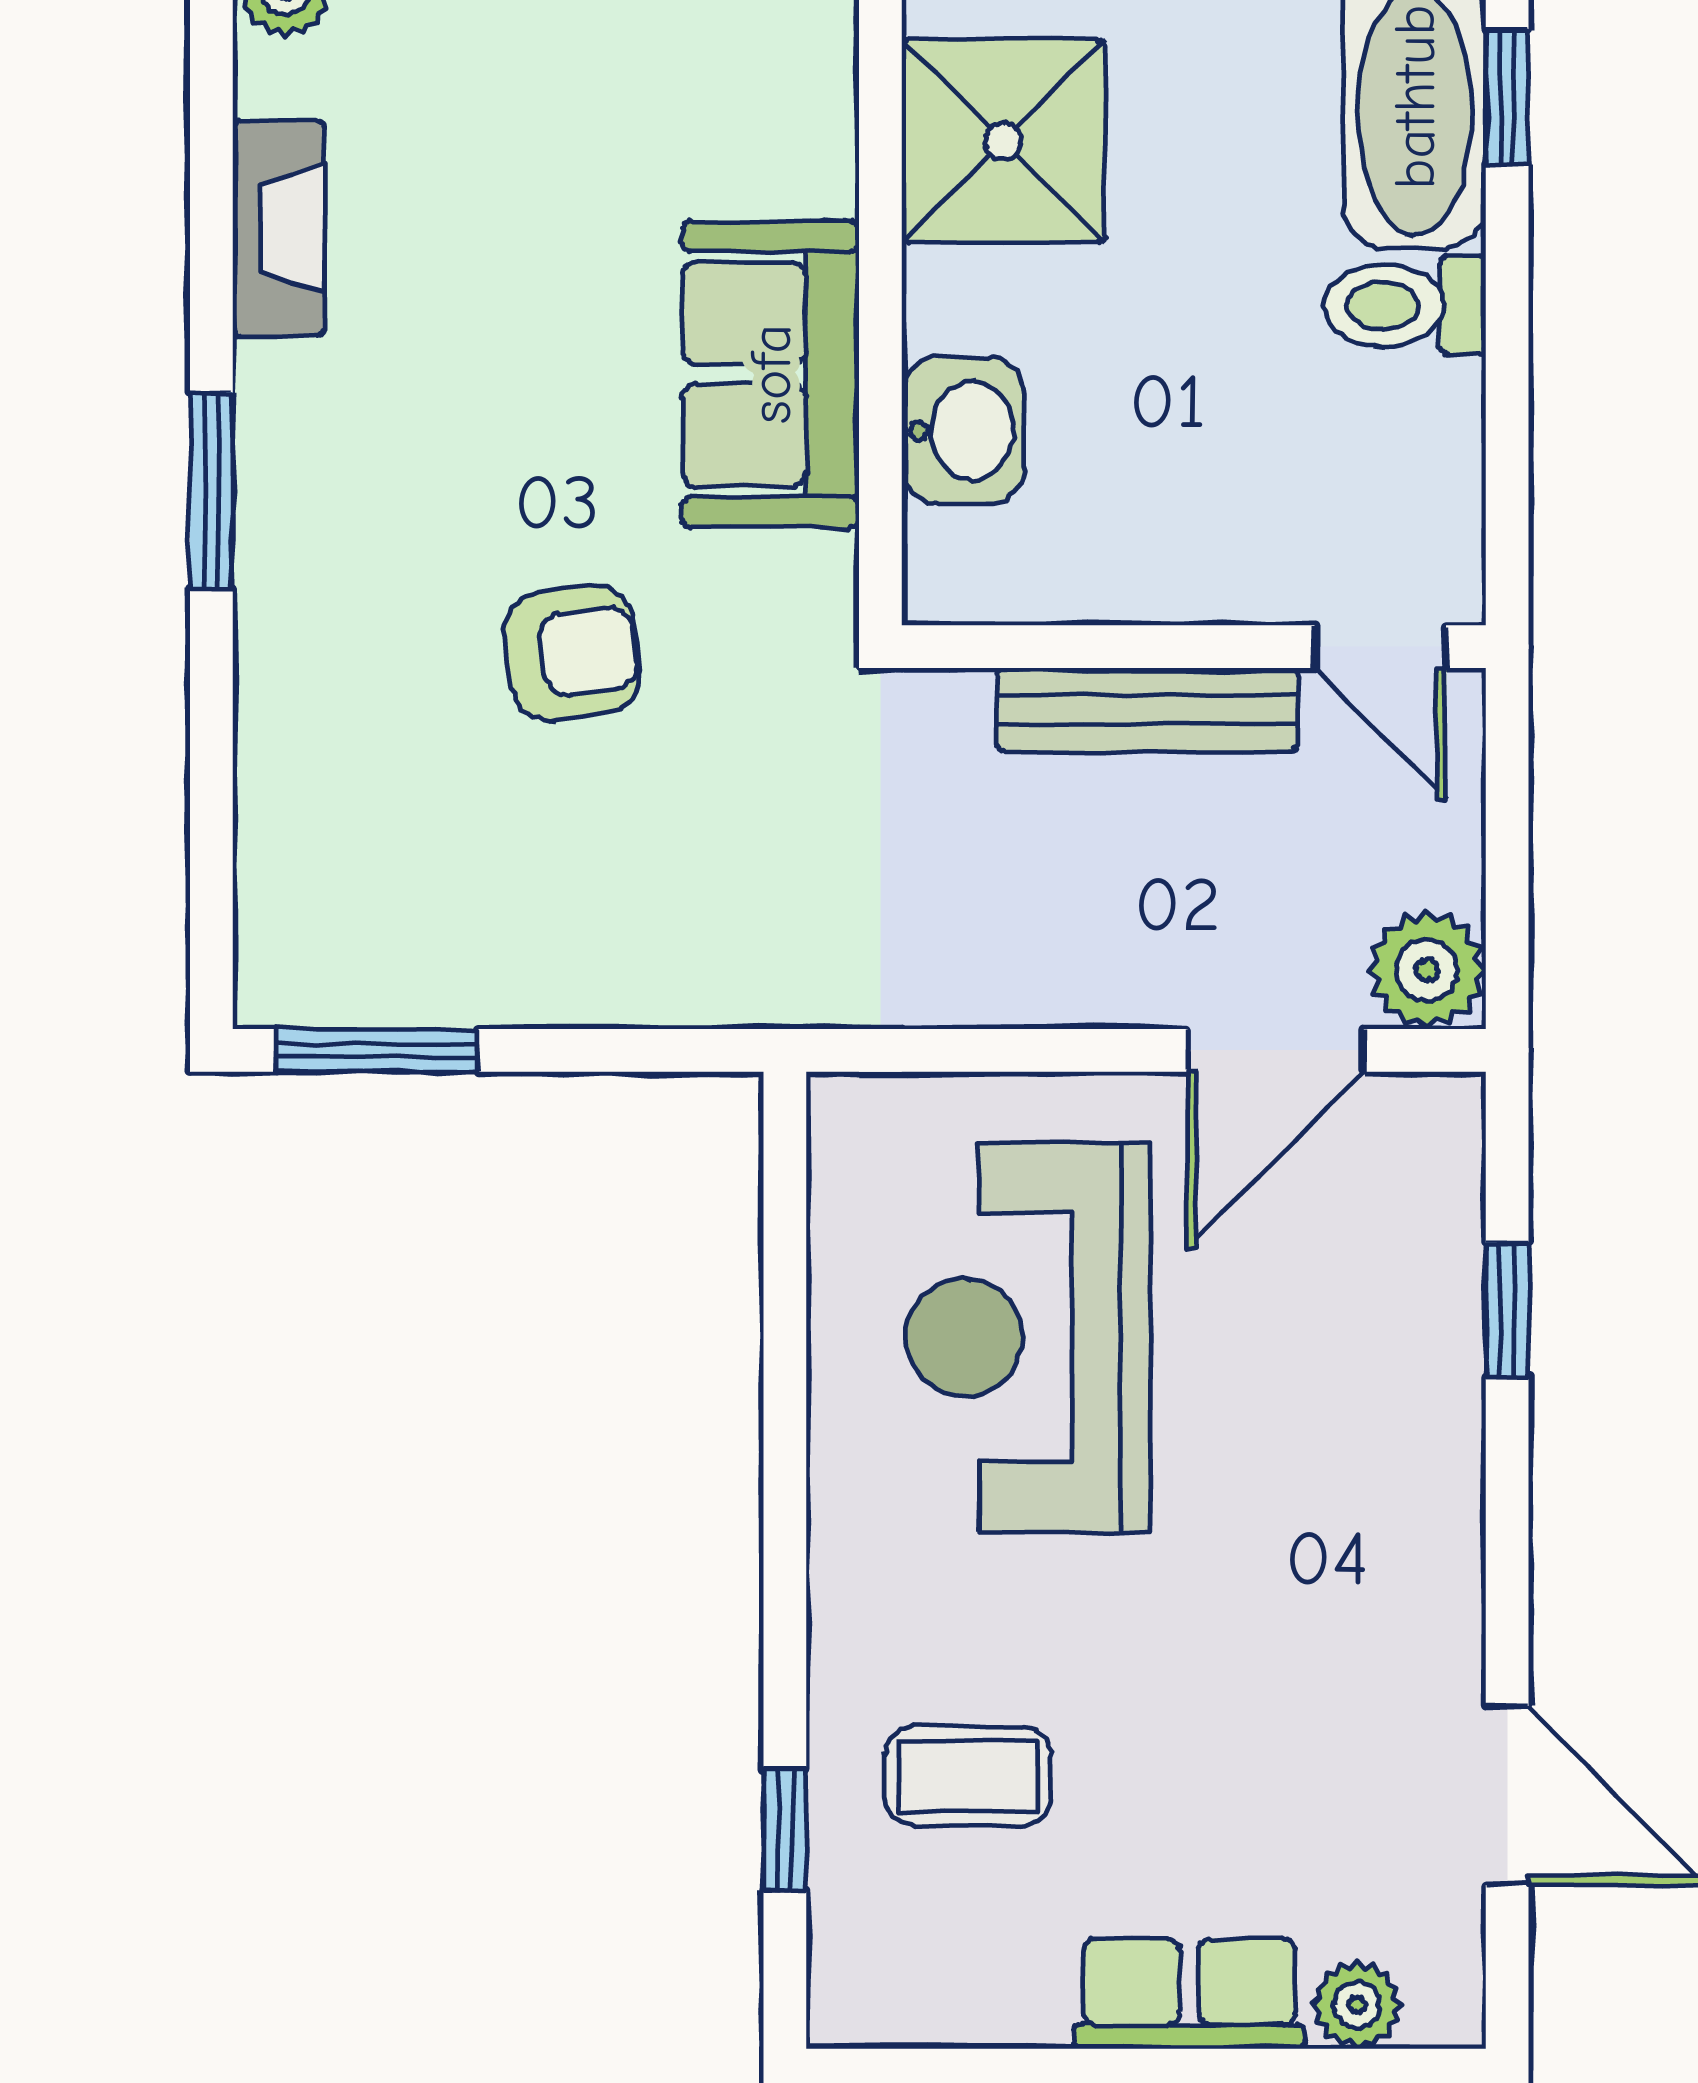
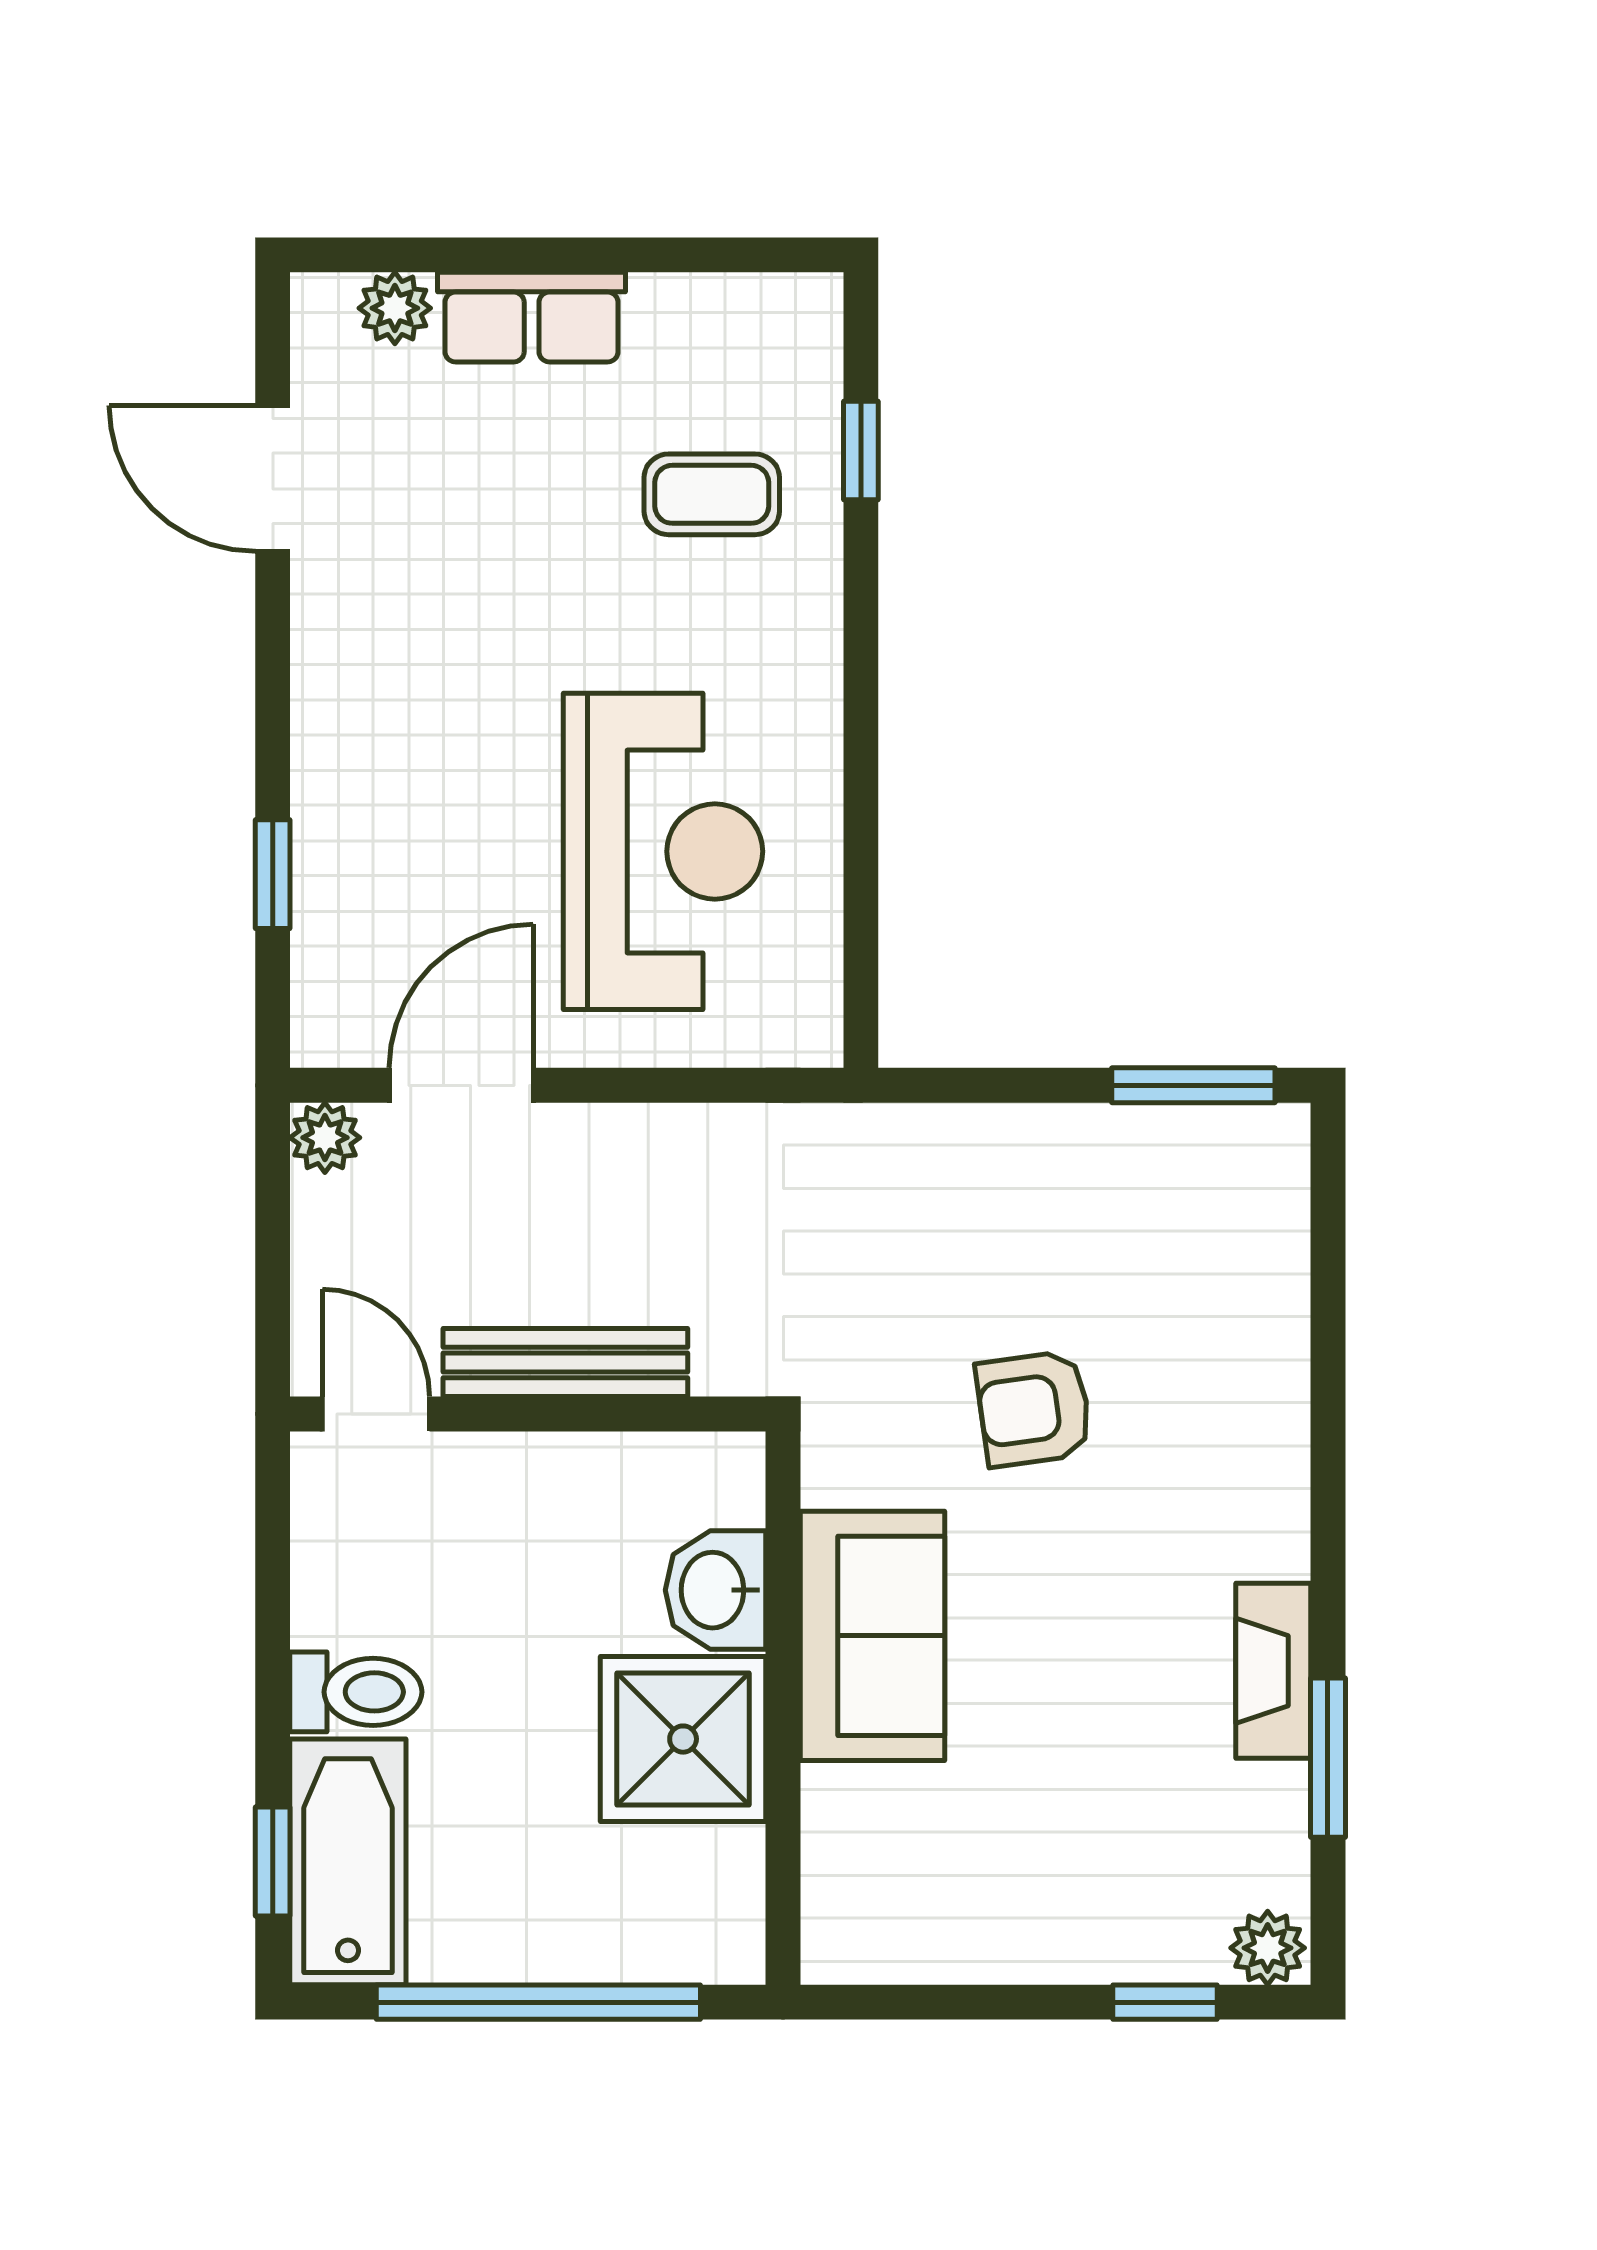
shower: (1003, 141) -> (683, 1739), moved
fireplace: (278, 228) -> (1273, 1671), moved
window: (211, 490) -> (1328, 1758), moved
plant: (1427, 970) -> (325, 1138), width x0.73, depth x0.73

